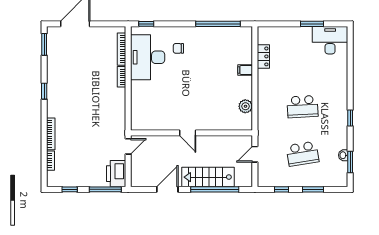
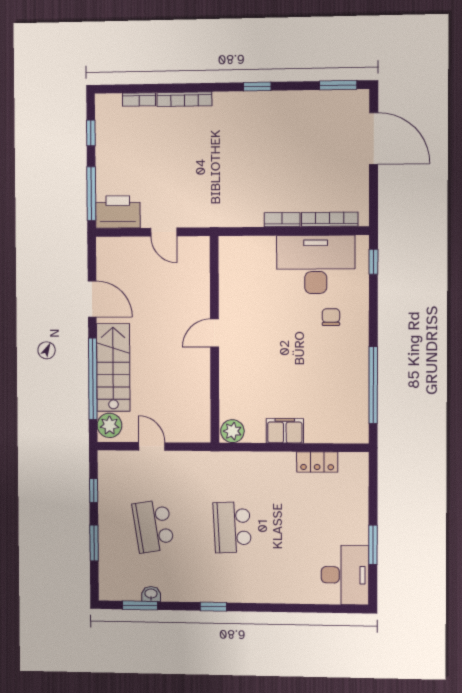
filing cabinet: (245, 70) -> (285, 431), width x2.00
door: (188, 133) -> (215, 333), moved
wall: (192, 133) -> (215, 340), moved
plant: (242, 180) -> (109, 425), added

